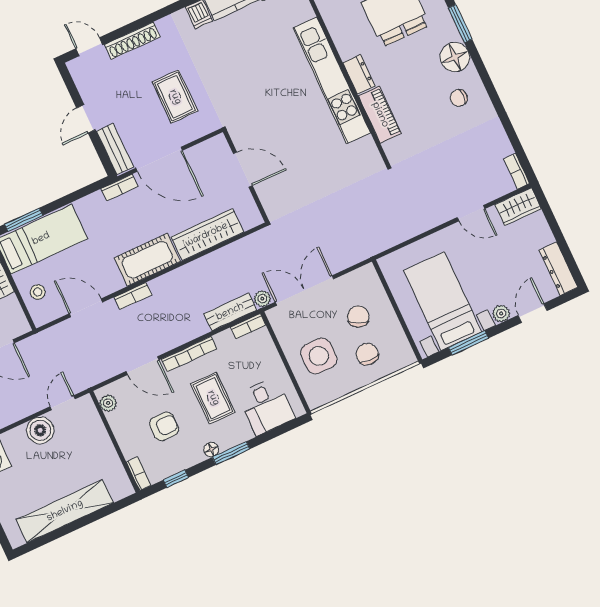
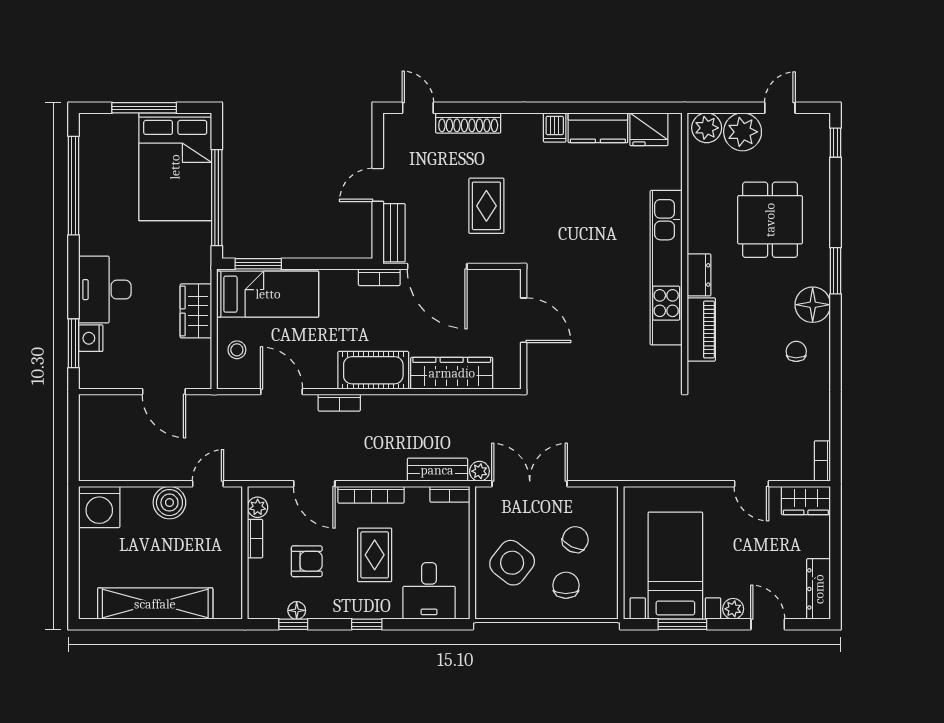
chair: (459, 98) -> (796, 351), turned 90
door: (533, 313) -> (768, 624), hinge flipped
side table: (319, 356) -> (512, 563), turned 38
floor lamp: (211, 450) -> (297, 610), moved
window: (231, 453) -> (367, 624), width x0.67
bookcase: (139, 474) -> (255, 539), moved

